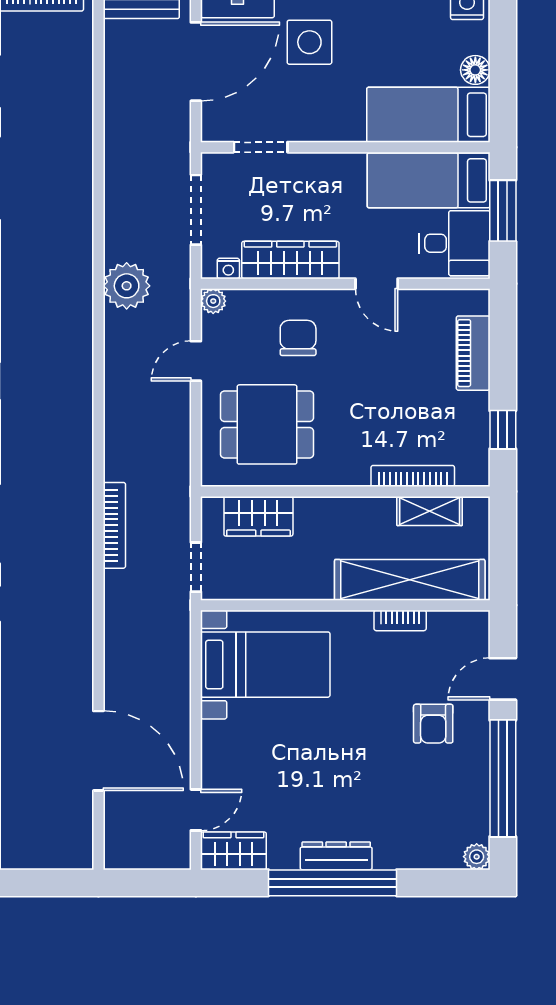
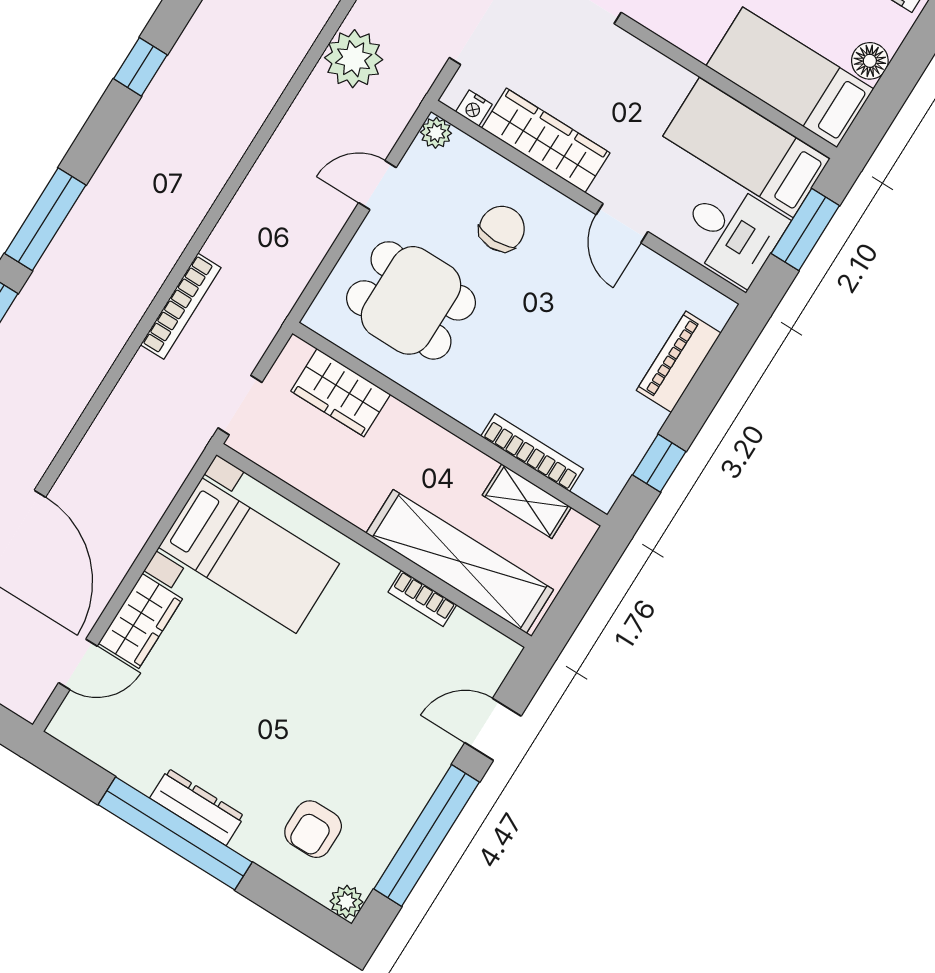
armchair: (433, 724) -> (313, 829), moved
wardrobe: (233, 851) -> (140, 621), moved, turned 90

